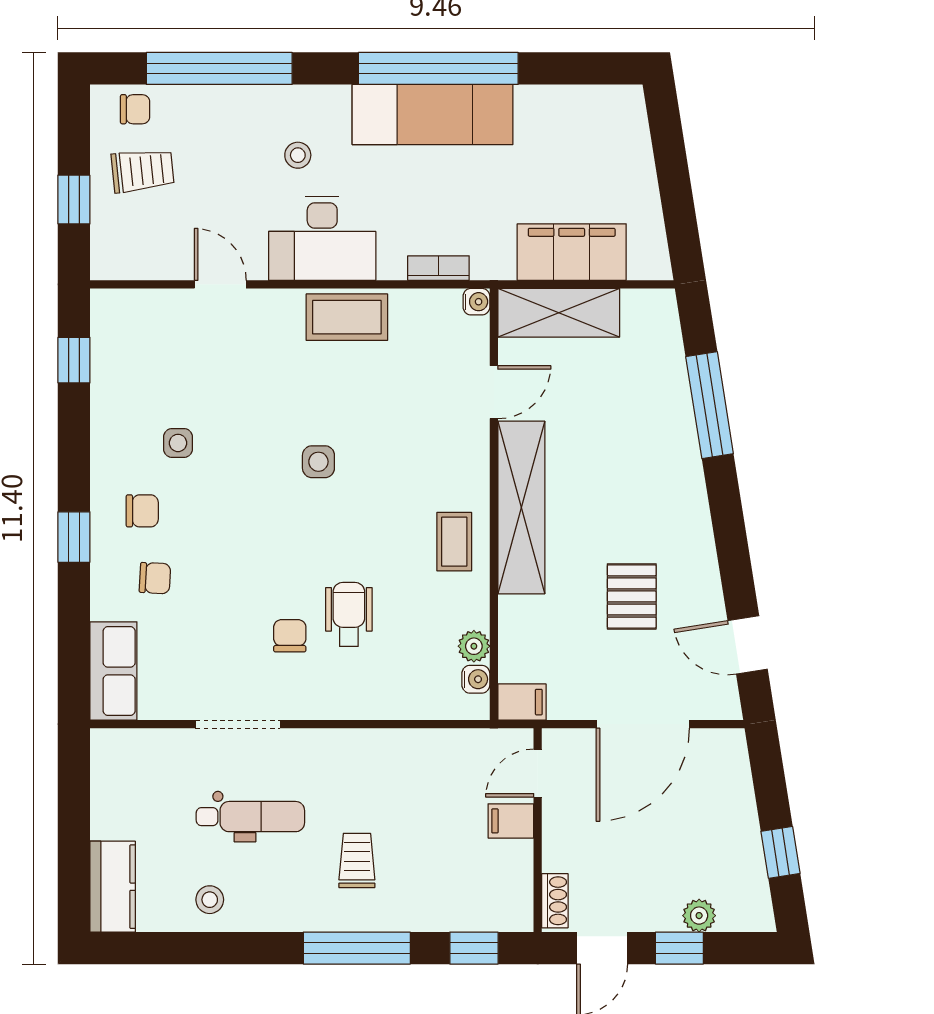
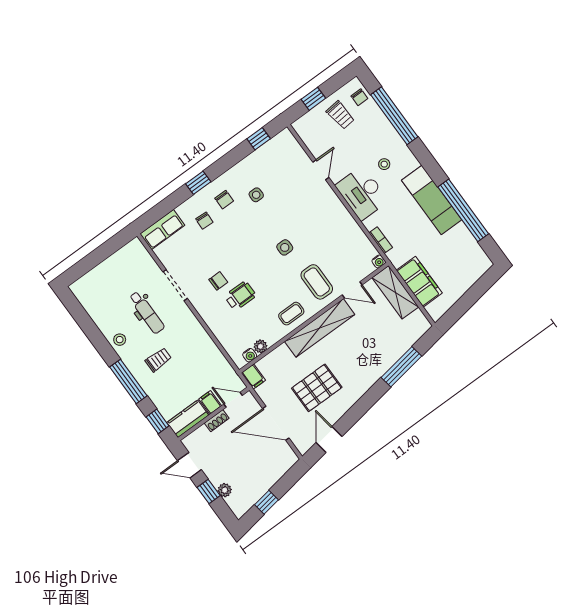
window: (438, 68) -> (463, 210), moved
coffee table: (347, 317) -> (317, 282), moved
pallet: (632, 596) -> (317, 388), width x1.50, depth x1.42
kitchen counter: (113, 887) -> (188, 419), moved, turned 180
stool: (210, 900) -> (120, 340), moved
shoe rack: (555, 901) -> (217, 421), moved

